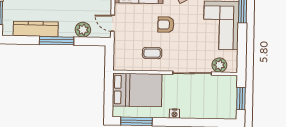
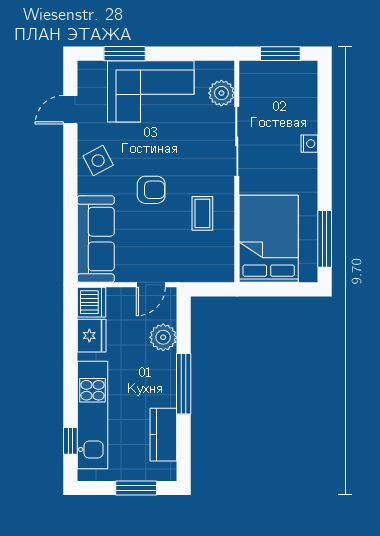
armchair: (166, 25) -> (151, 190), turned -90
kitchen counter: (36, 29) -> (163, 435), width x0.67
nightstand: (174, 114) -> (309, 144), moved

